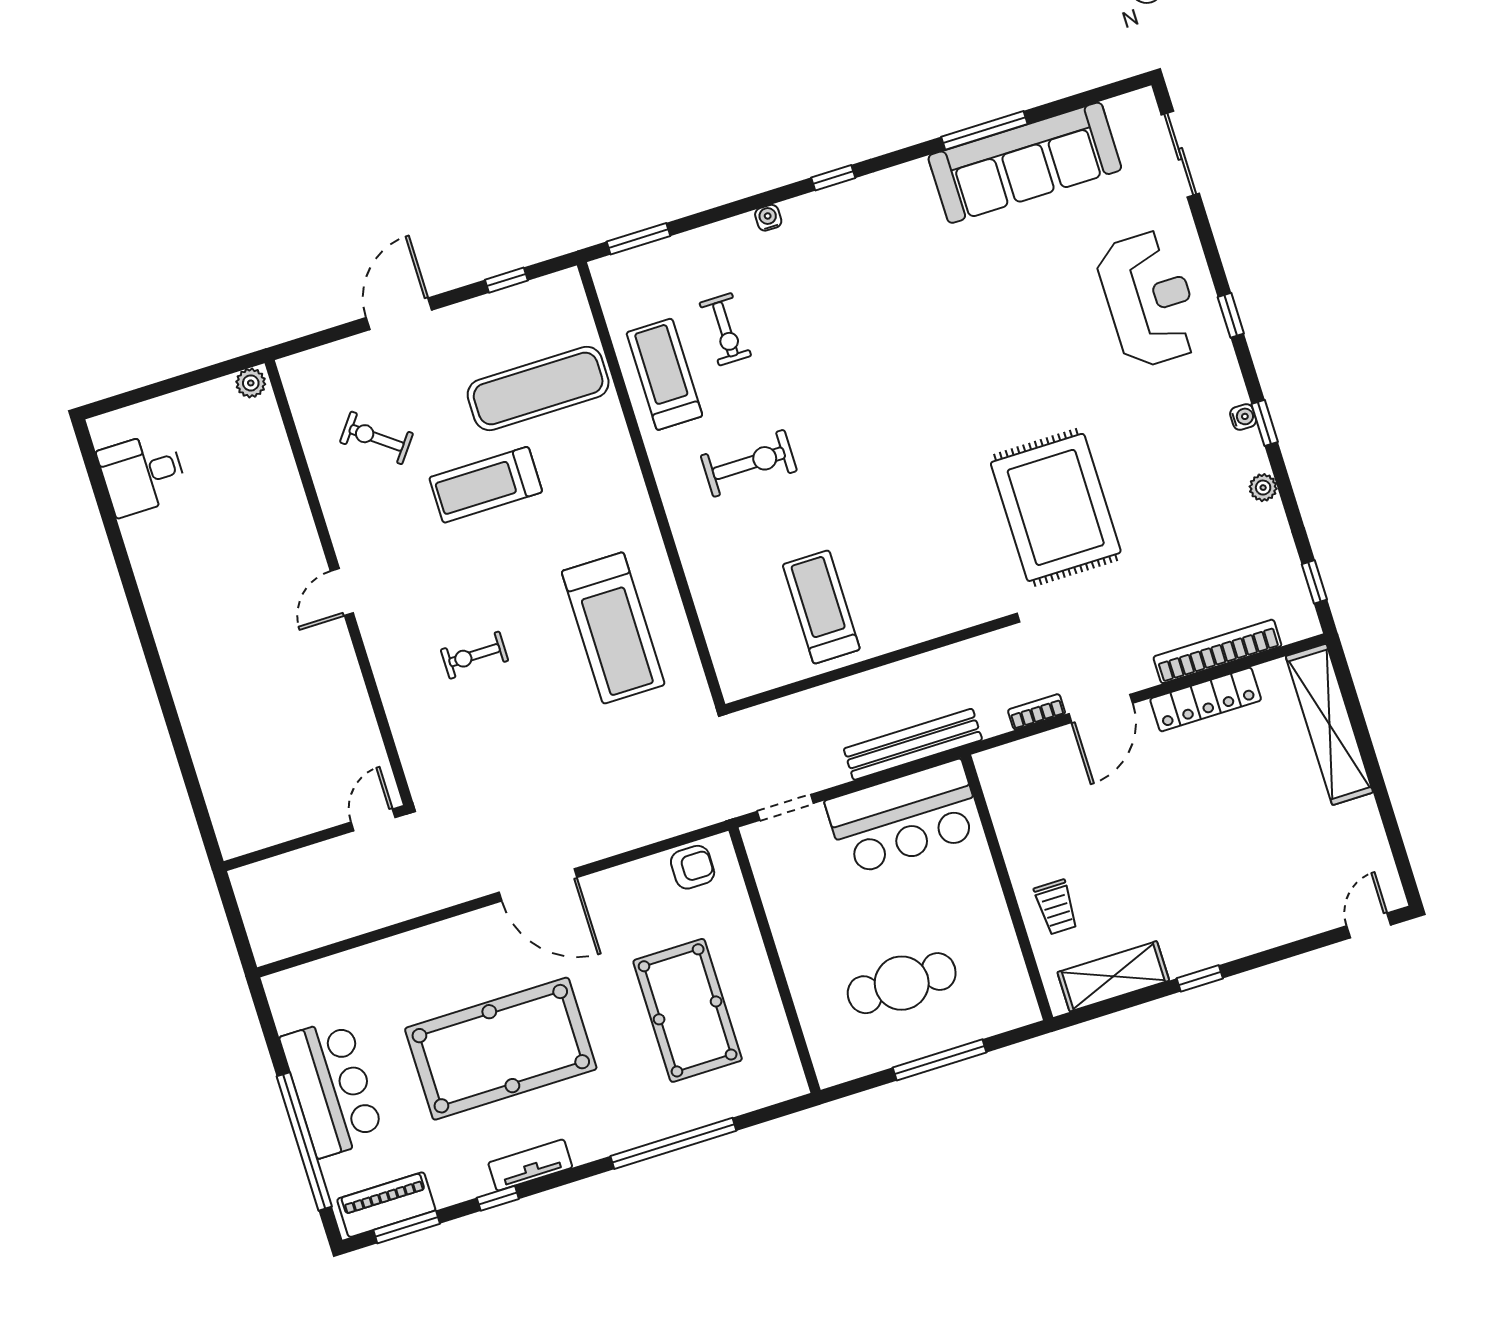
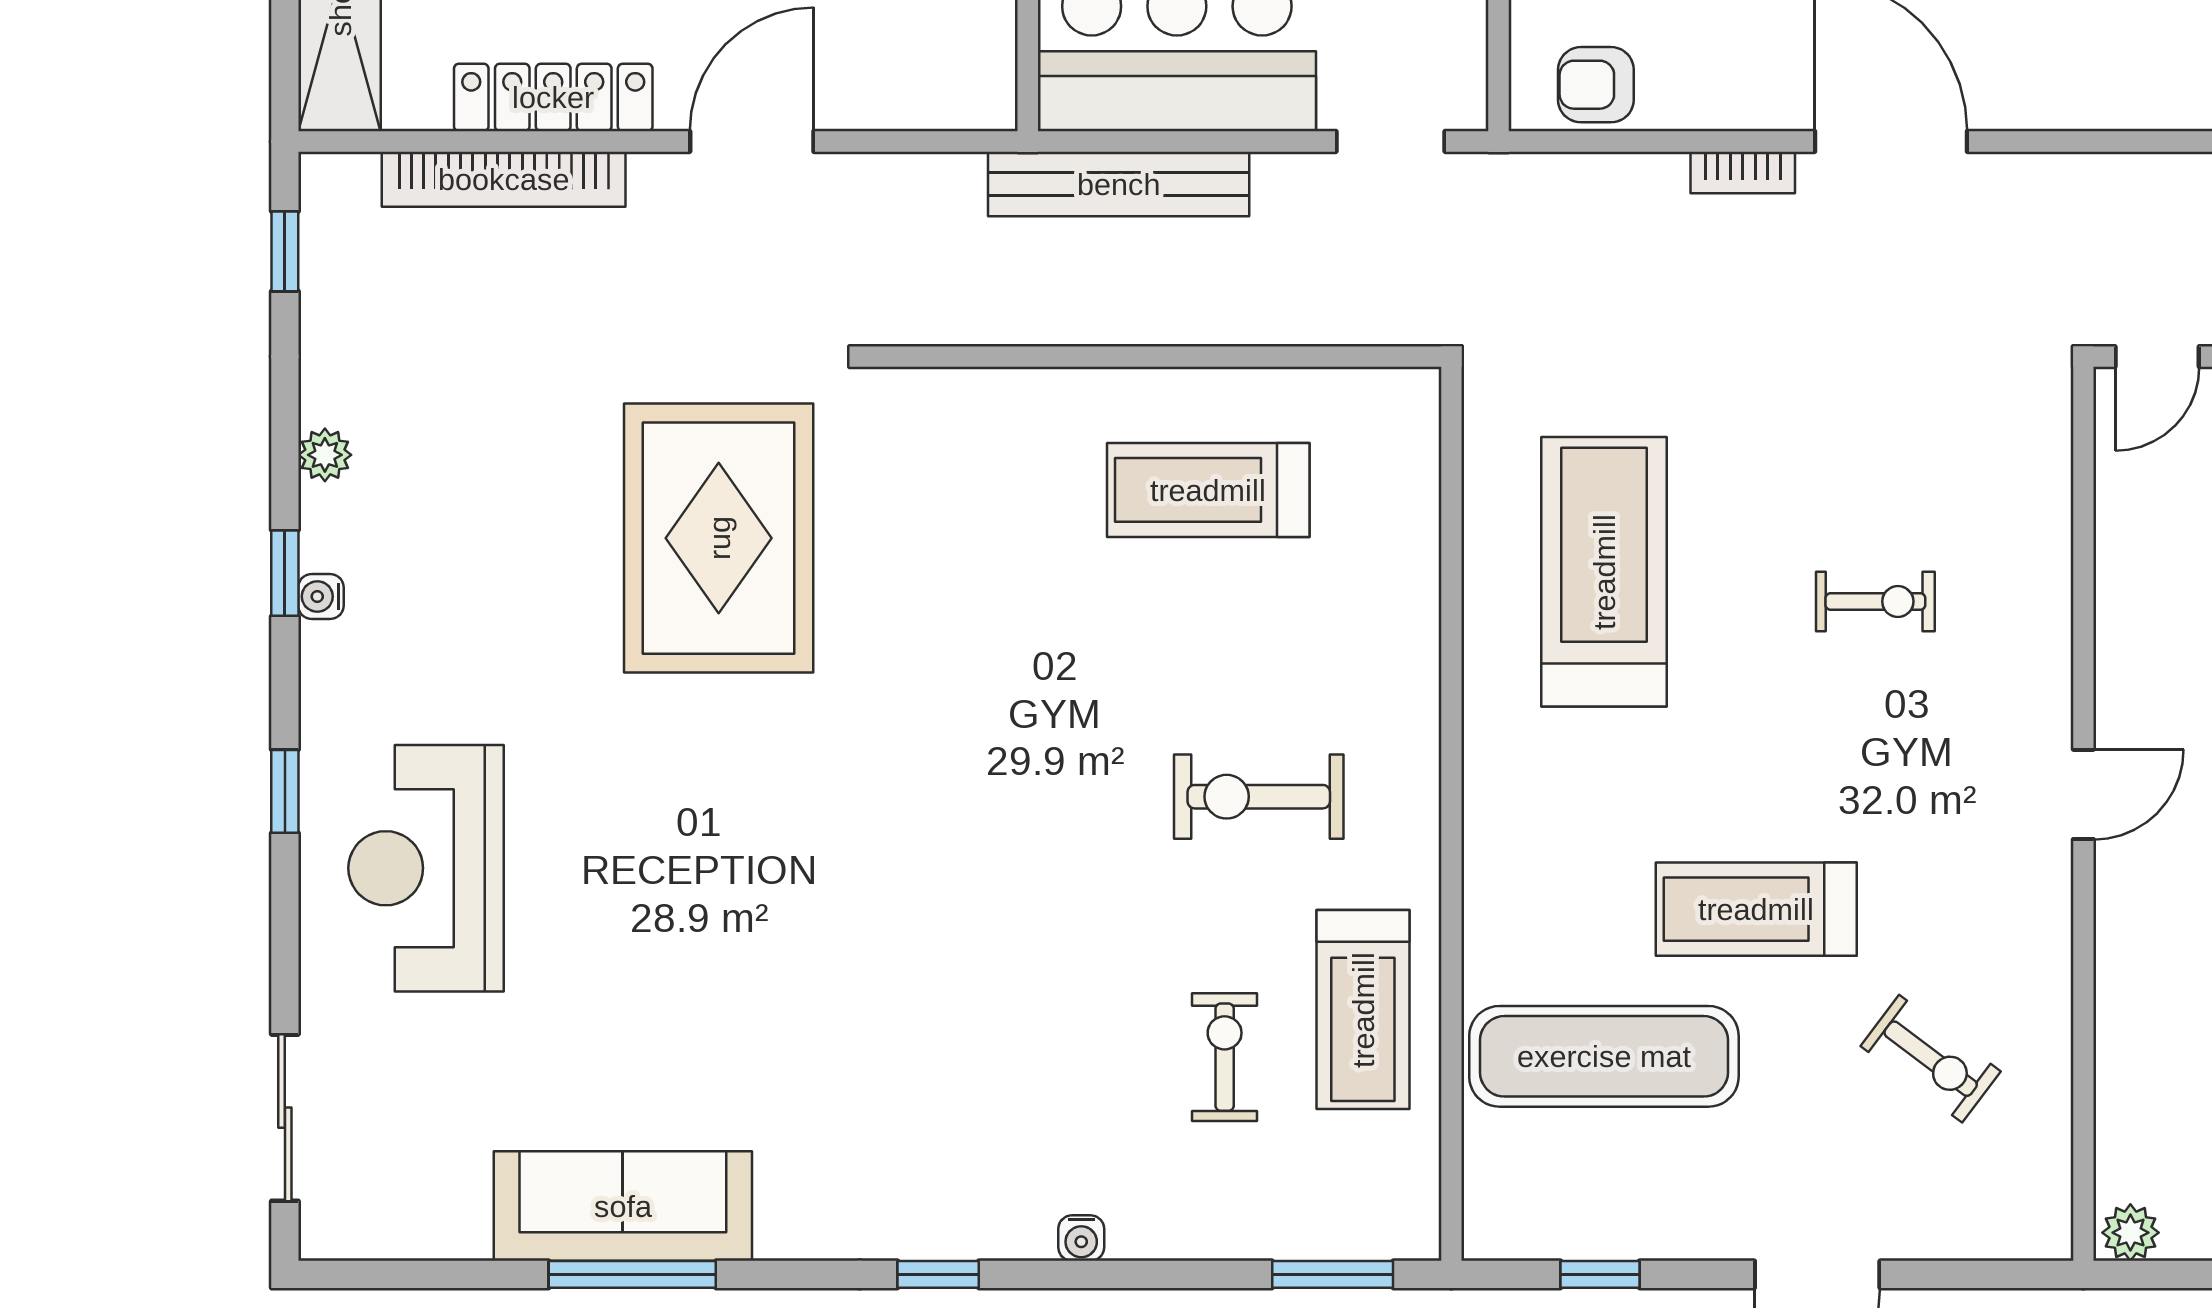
sofa: (1025, 163) -> (623, 1206), width x0.74, depth x0.79
treadmill: (486, 485) -> (1756, 909), turned 180
treadmill: (821, 607) -> (1208, 490), turned 90
bookcase: (1037, 712) -> (1743, 172), moved

